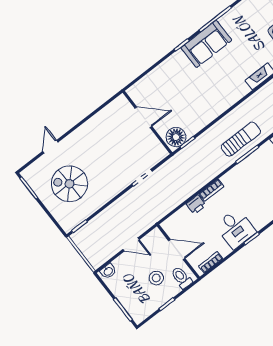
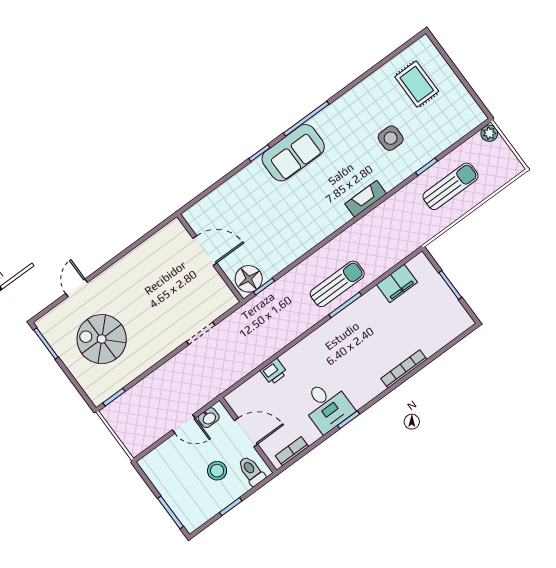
bookcase: (211, 190) -> (295, 353), removed
washbasin: (108, 271) -> (209, 418), moved

